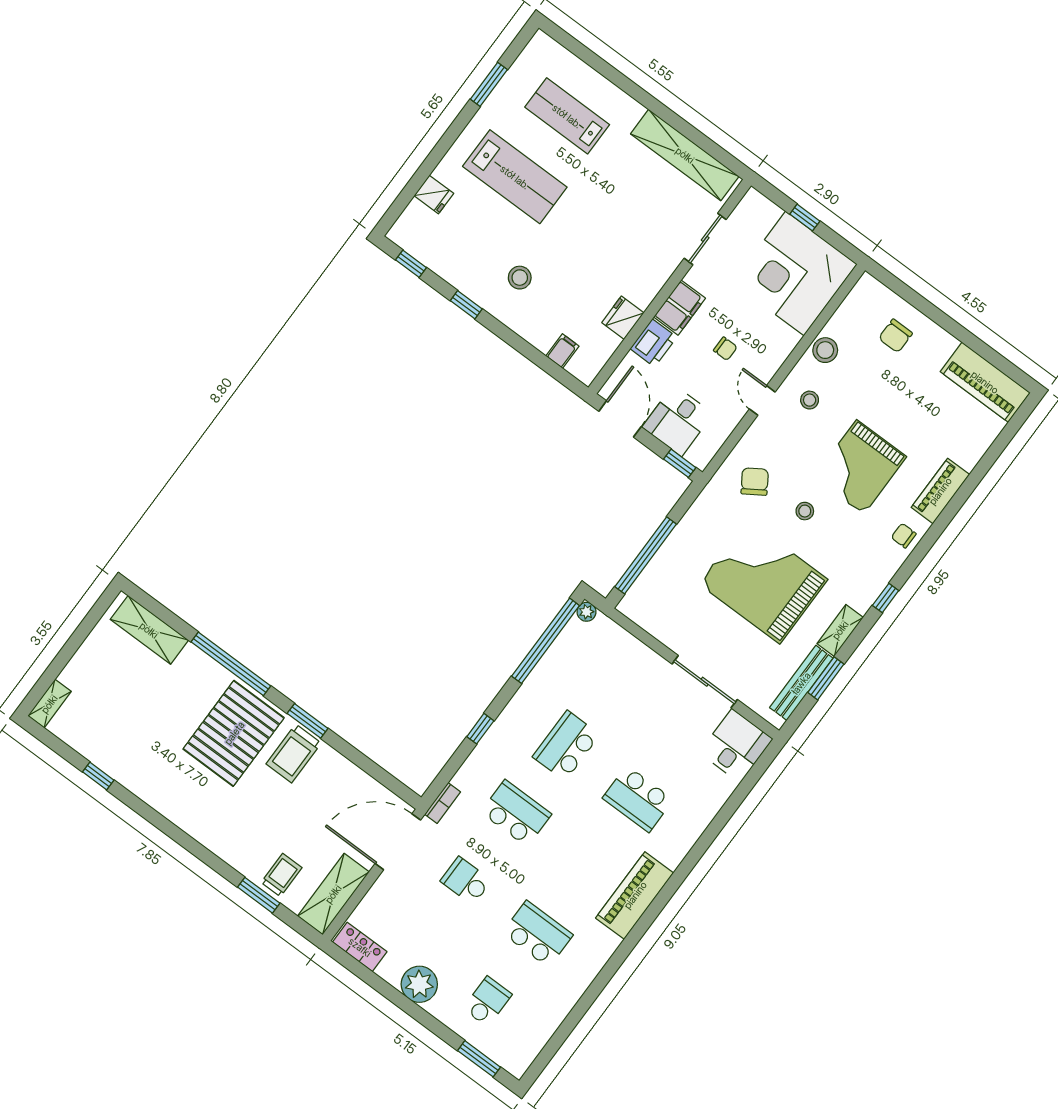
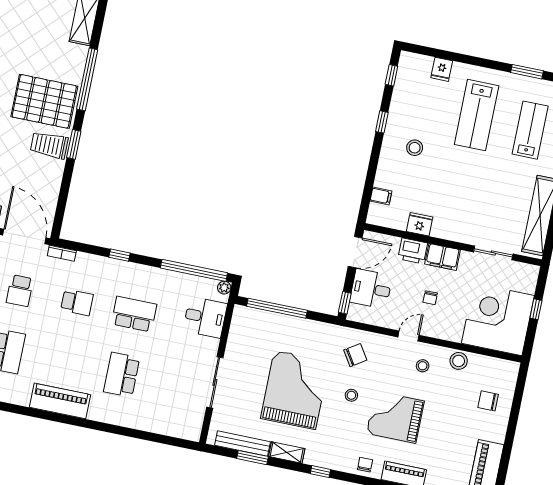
desk: (736, 746) -> (205, 317), moved
school desk: (516, 813) -> (77, 302), width x0.54
school desk: (466, 881) -> (20, 291), turned 180

